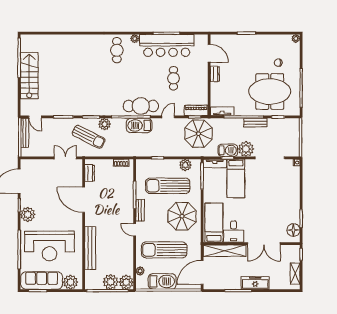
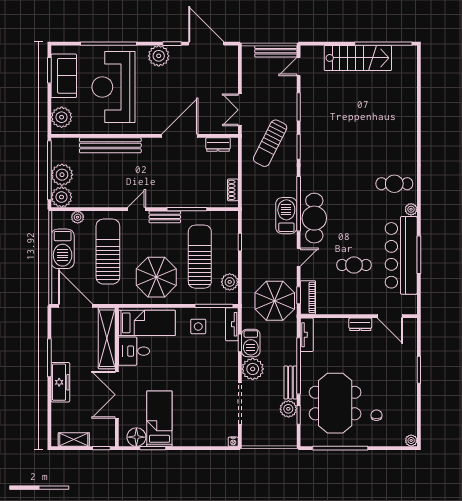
door: (209, 53) -> (390, 316), hinge flipped
door: (168, 117) -> (299, 257), hinge flipped
plant: (105, 124) -> (288, 409), moved
double door: (65, 158) -> (240, 110), swing flipped
bed: (236, 178) -> (159, 419), moved, turned 90
side table: (216, 187) -> (198, 326), added
sofa: (42, 281) -> (64, 76), width x0.73

